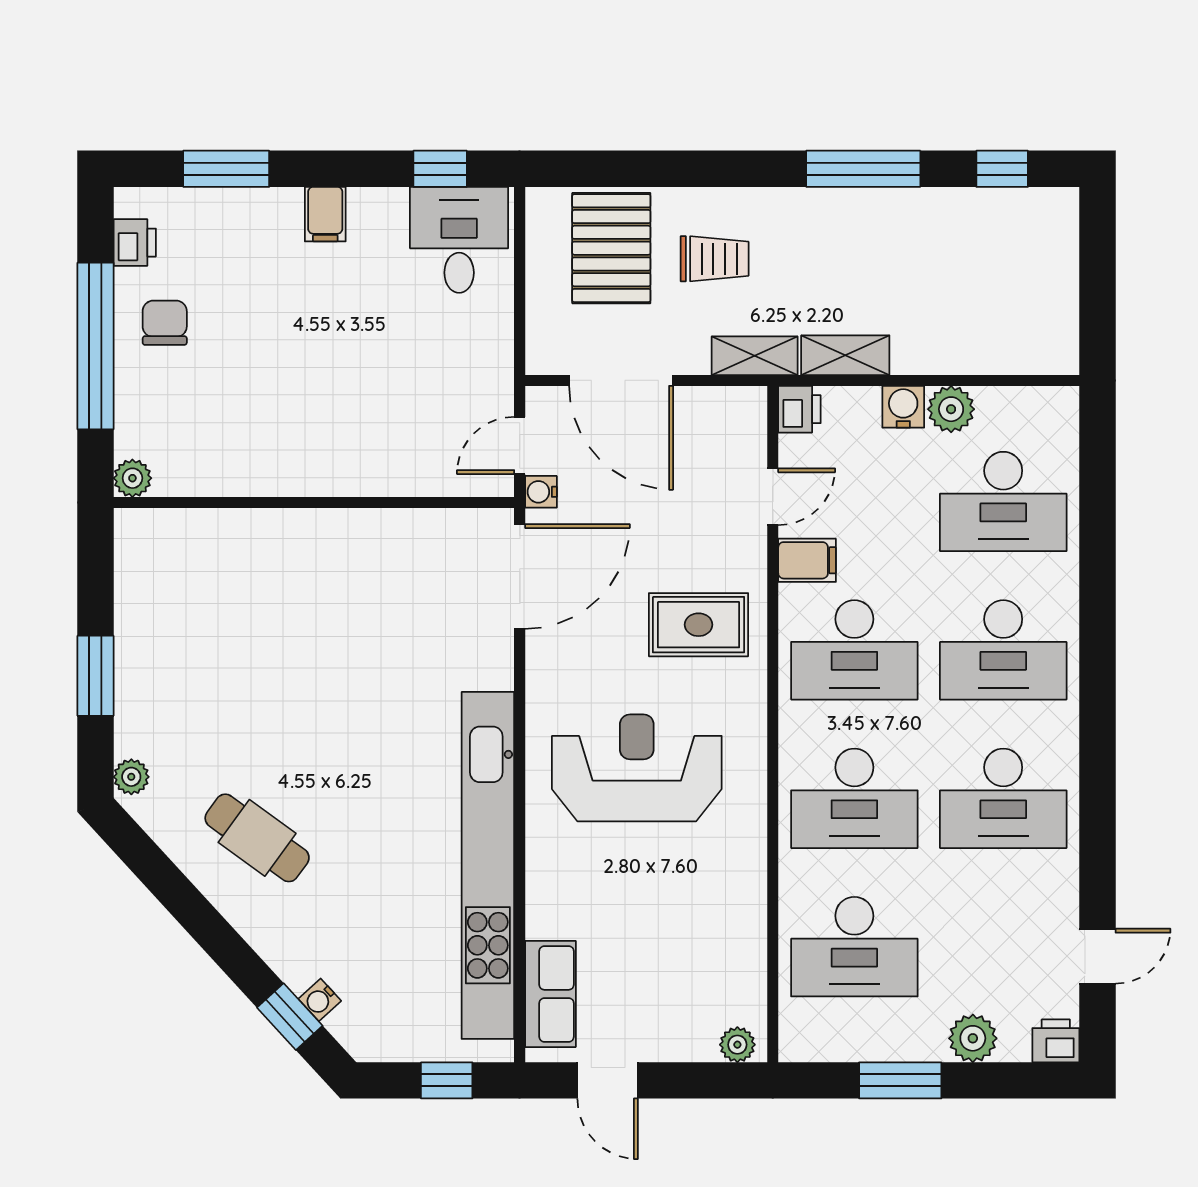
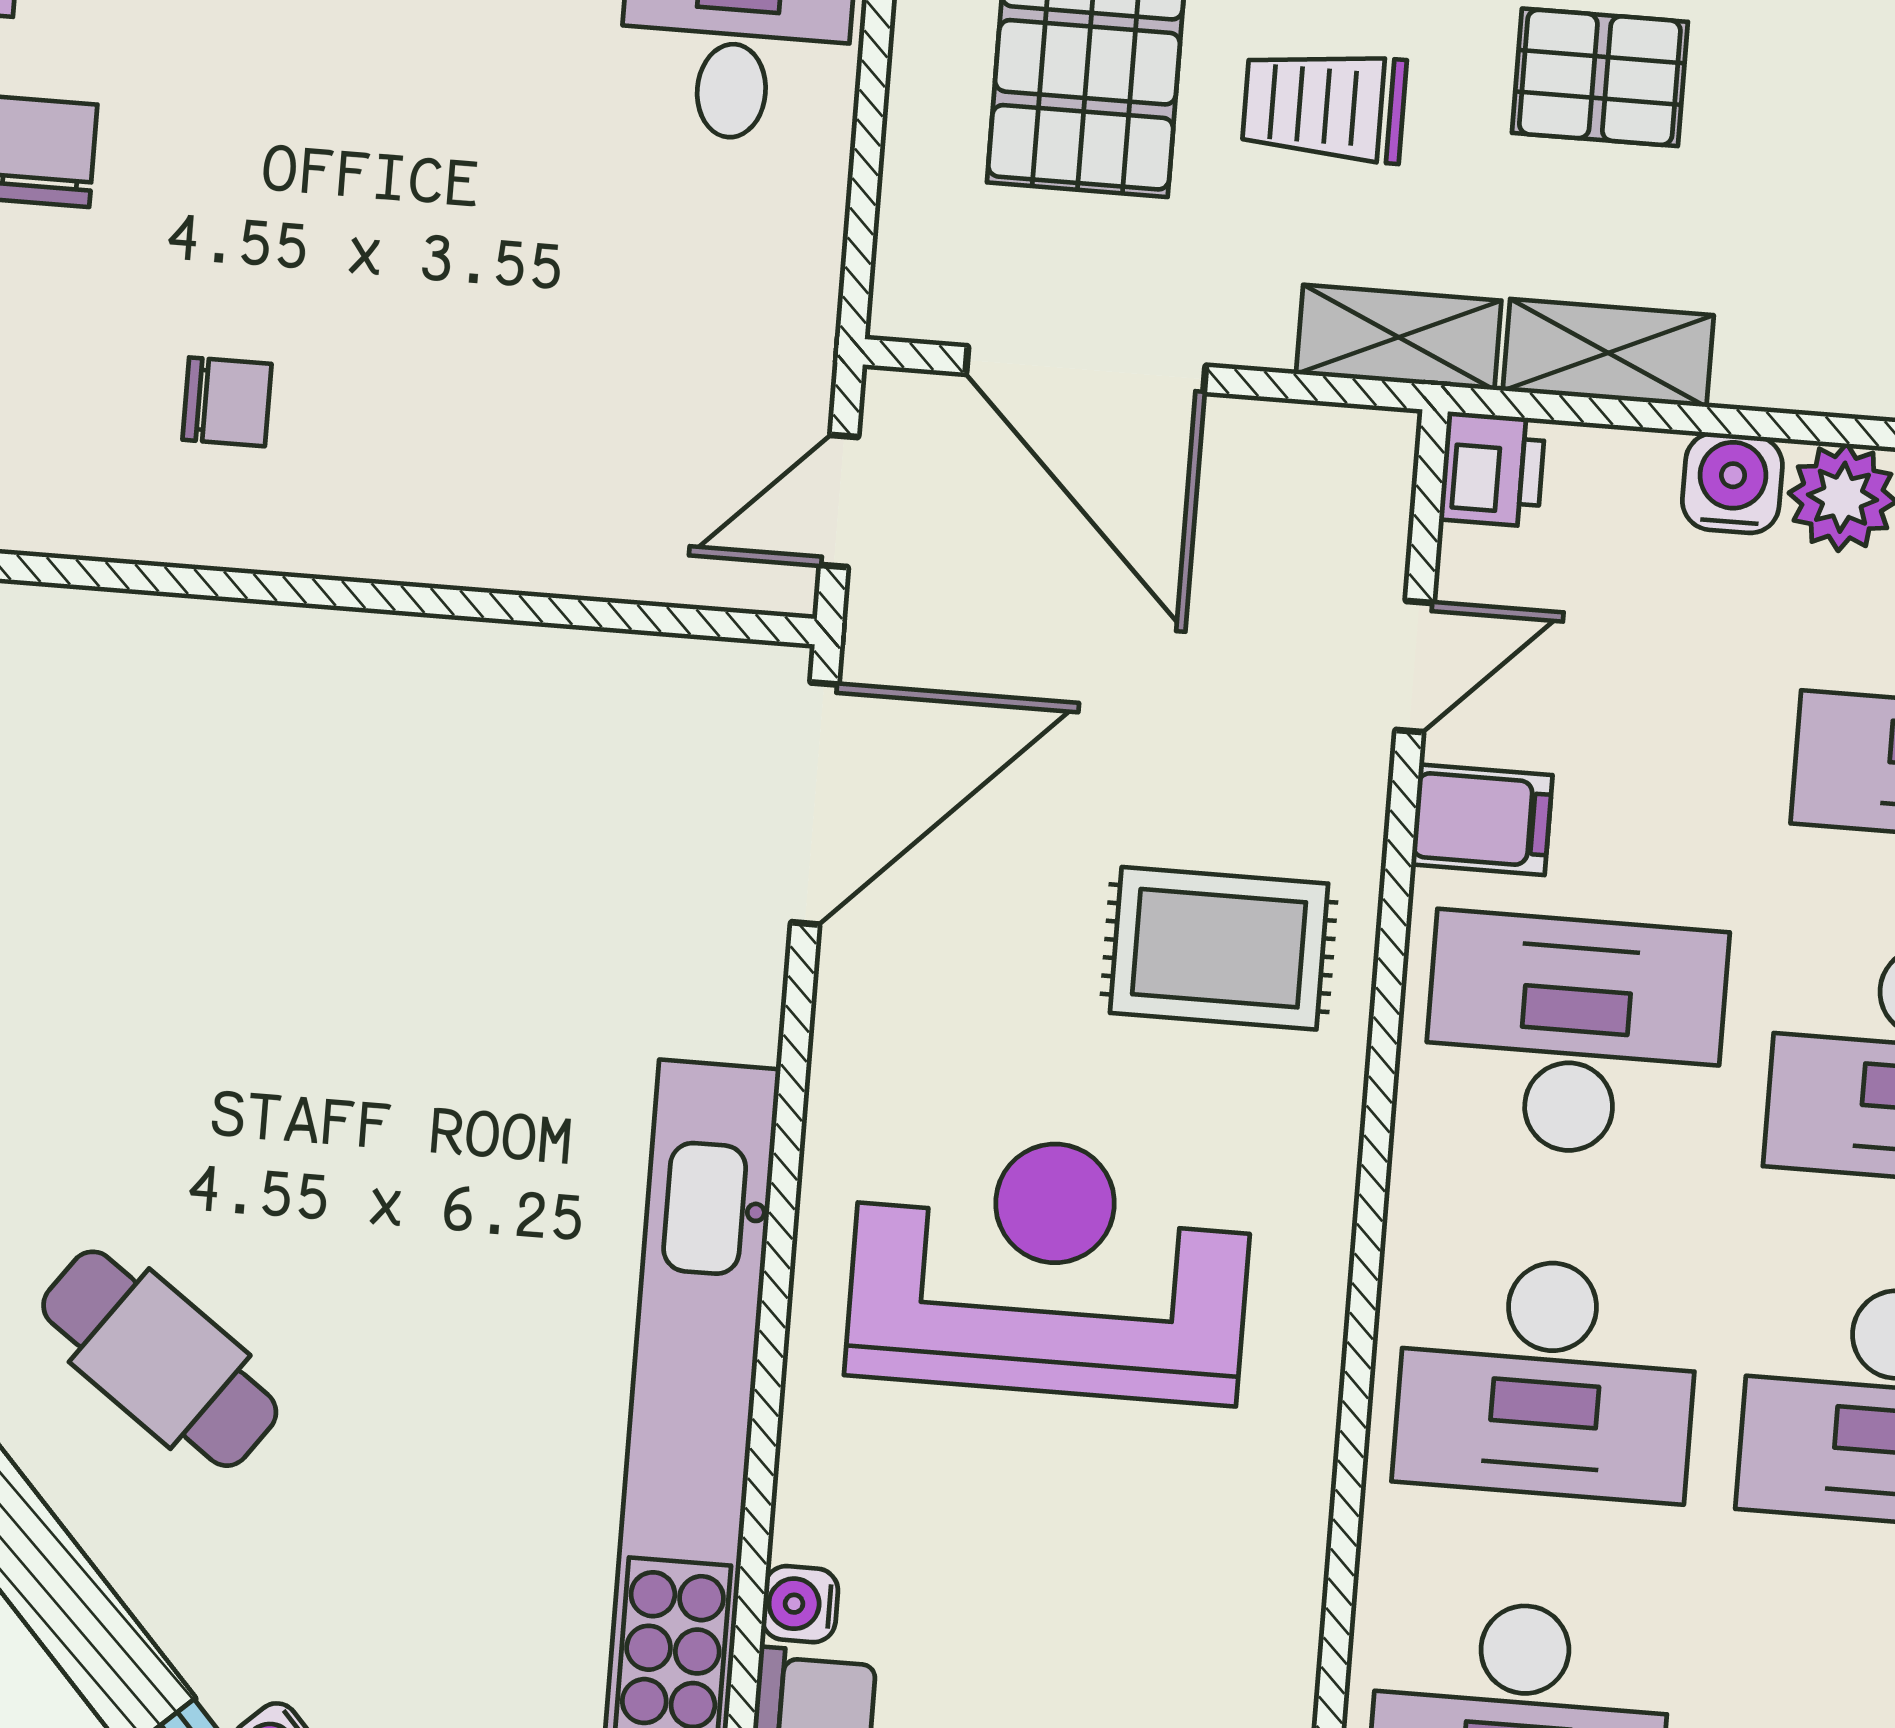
pallet: (832, 237) -> (1600, 77), added
trolley: (715, 259) -> (1324, 106), turned 180
chair: (253, 424) -> (227, 402), added
water cooler: (541, 492) -> (800, 1604), moved
desk: (854, 650) -> (1574, 1035), turned 180

